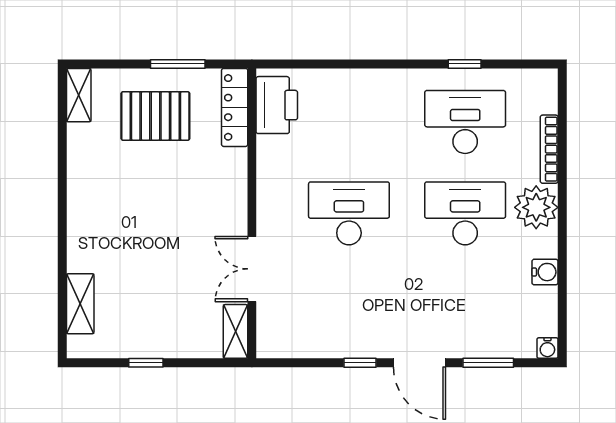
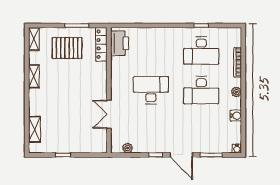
desk: (465, 122) -> (201, 51), turned 180
plant: (536, 207) -> (236, 92), width x0.53, depth x0.53
desk: (465, 213) -> (201, 90), turned 180
shelving: (235, 331) -> (34, 76), moved
plant: (295, 347) -> (128, 148), added

